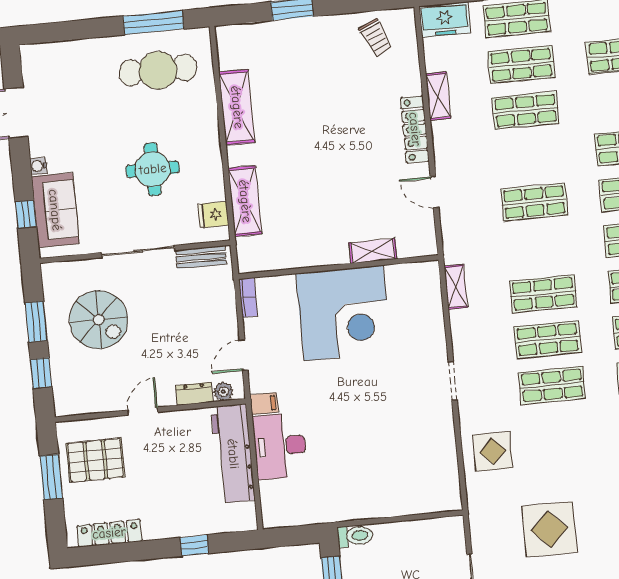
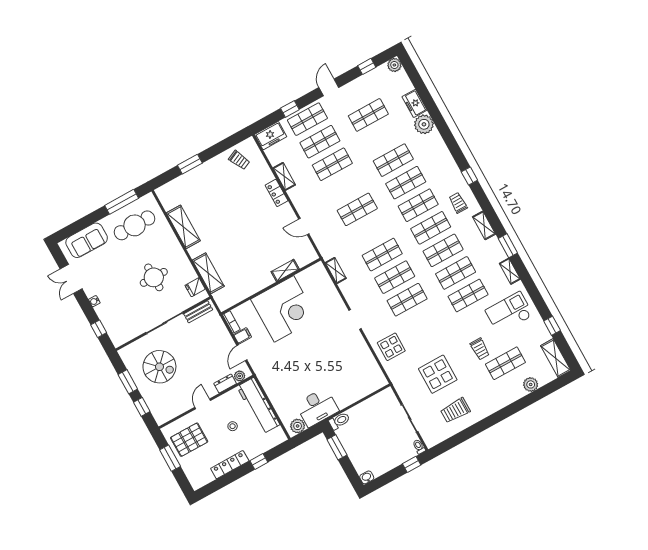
locker: (415, 129) -> (277, 193), width x0.66
sofa: (55, 210) -> (87, 240), moved, turned 90
filing cabinet: (264, 403) -> (242, 336), moved
desk: (280, 446) -> (317, 407), moved, turned -90
stool: (176, 469) -> (233, 426), added
plant: (283, 515) -> (298, 426), added
locker: (109, 533) -> (230, 465), moved

